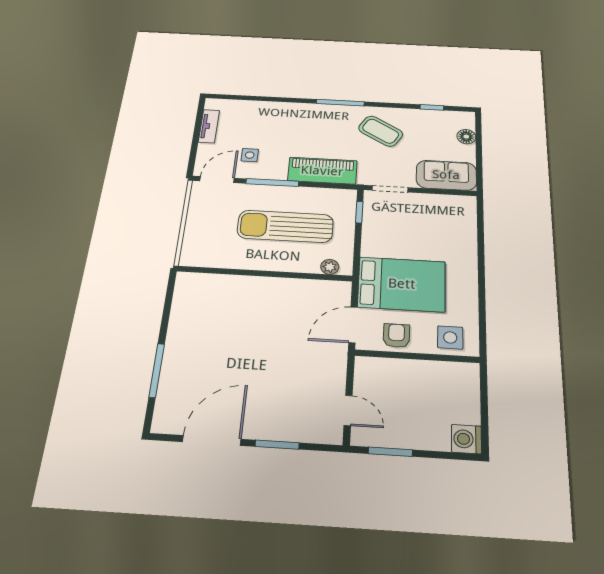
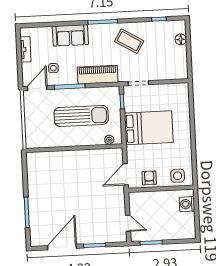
sofa: (446, 175) -> (70, 35), moved, turned 180
sun lounger: (285, 226) -> (81, 116), turned 180
bed: (402, 284) -> (149, 128), moved
washing machine: (466, 439) -> (187, 204), moved

